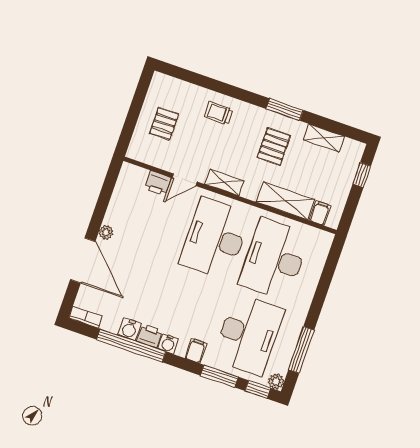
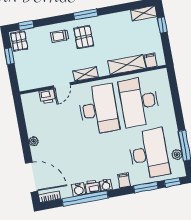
window: (182, 74) -> (26, 25), added
window: (137, 102) -> (9, 56), added
window: (285, 109) -> (86, 14), moved
pallet: (164, 124) -> (19, 41), moved
shelving: (324, 138) -> (144, 13), moved
pallet: (274, 147) -> (84, 37), moved
desk: (215, 238) -> (98, 109), turned 180
door: (83, 261) -> (32, 177), moved
plant: (276, 381) -> (177, 155), moved

